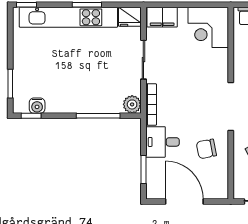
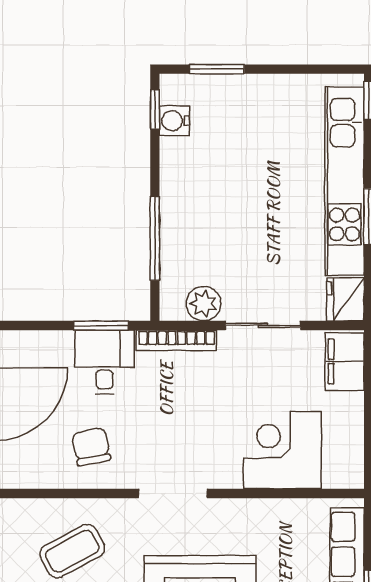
corner desk: (208, 27) -> (283, 450), moved
plant: (132, 104) -> (204, 304), moved
doorway: (231, 107) -> (173, 493), width x0.73
window: (143, 170) -> (101, 326), moved

